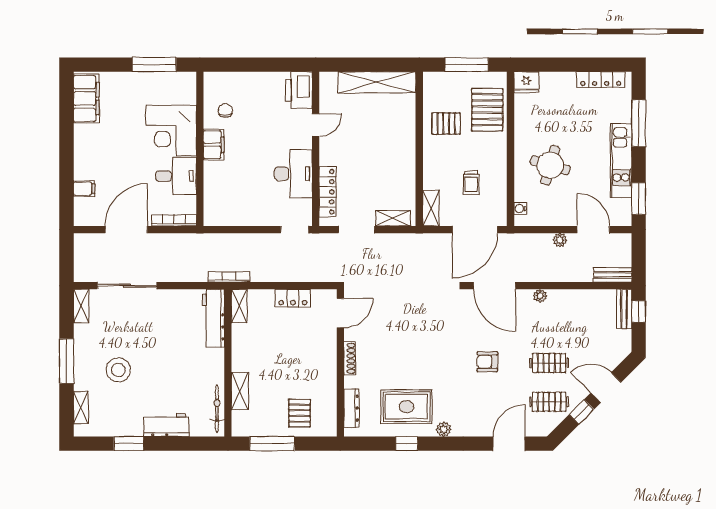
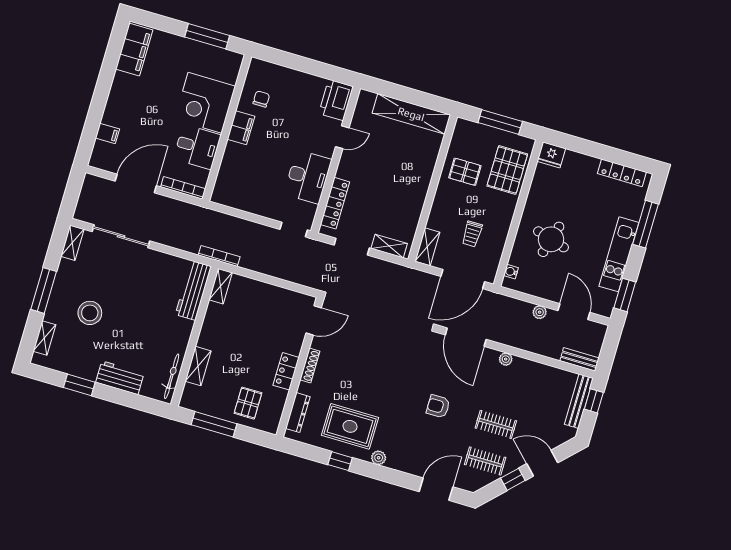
locker: (293, 298) -> (286, 371), moved, turned 90
bench: (624, 309) -> (579, 401), width x1.36

